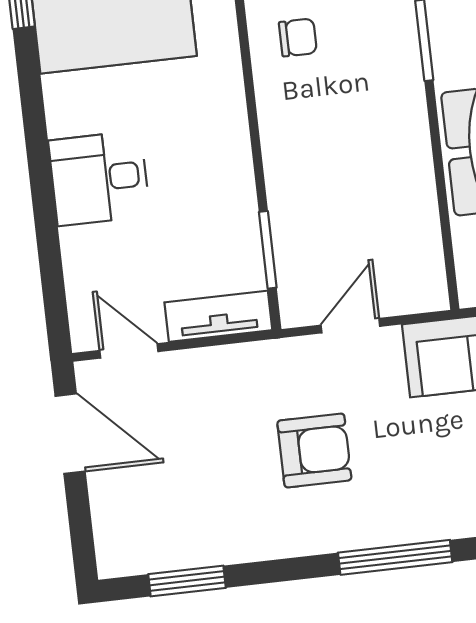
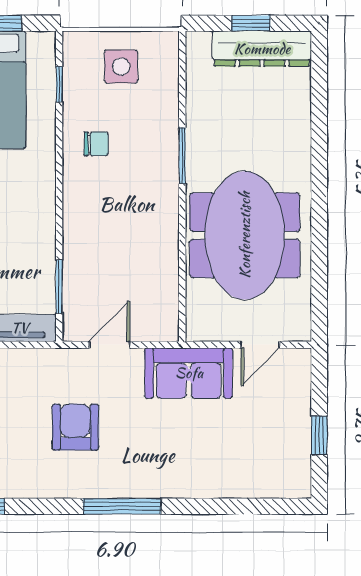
armchair: (314, 450) -> (75, 427), turned -90

